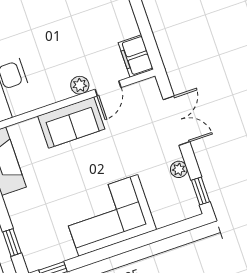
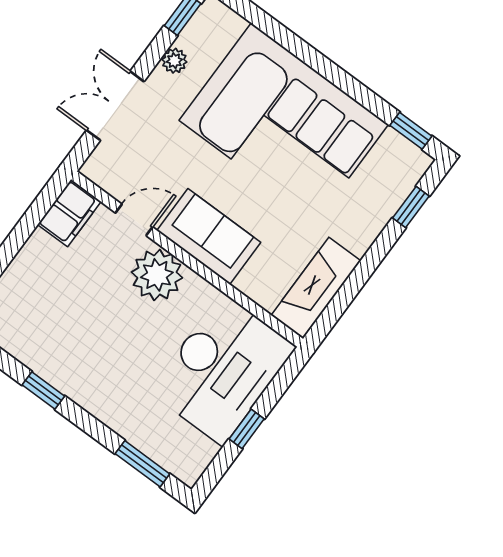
plant: (80, 85) -> (157, 275), width x1.88, depth x1.88
corner sofa: (108, 215) -> (284, 122), width x1.36, depth x1.36

